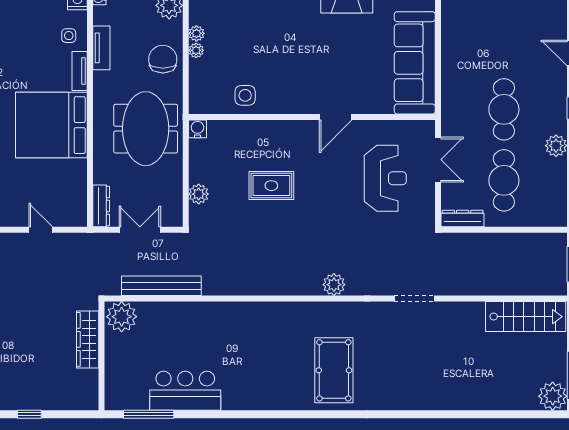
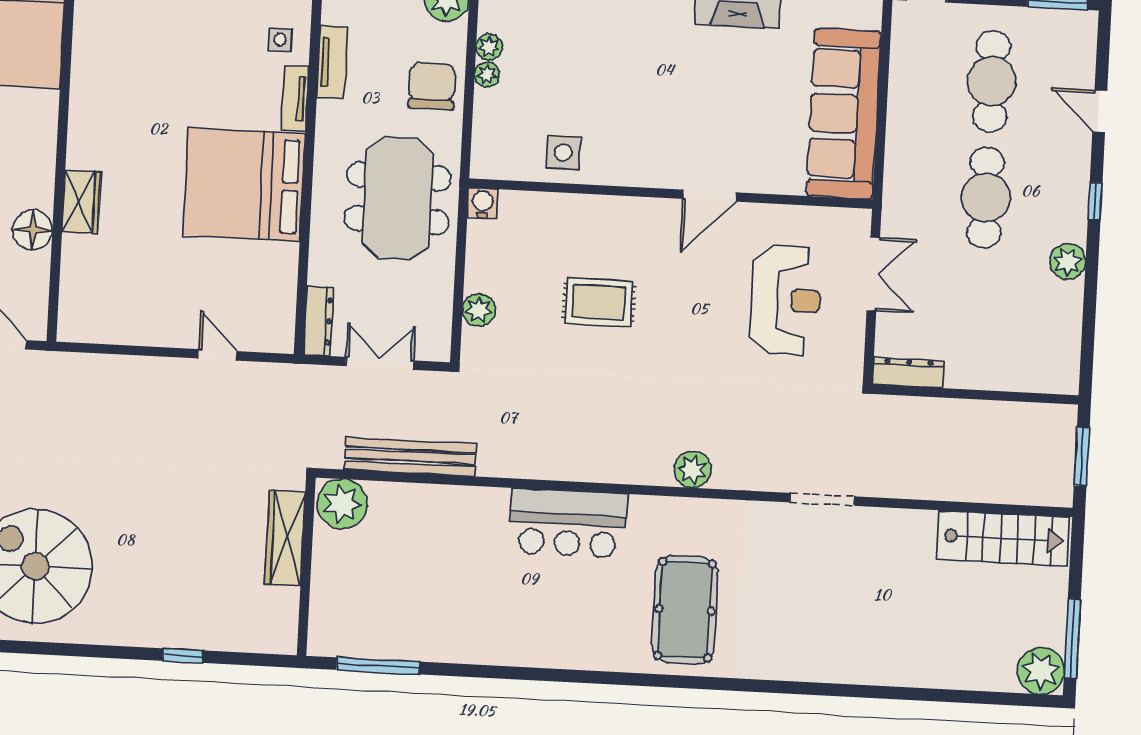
cafe table: (504, 180) -> (992, 81), moved
bar counter: (185, 391) -> (568, 523), moved, turned 180

